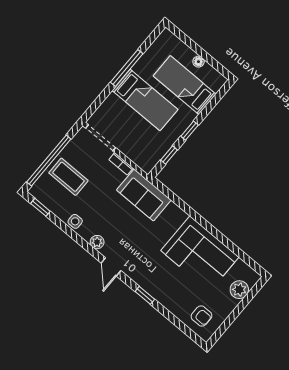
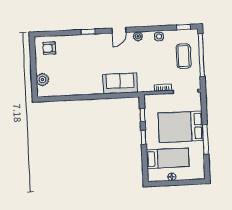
bed: (145, 100) -> (181, 127), width x1.50
coffee table: (68, 177) -> (184, 56), turned 90
sofa: (144, 195) -> (120, 83), moved
corner sofa: (200, 254) -> (80, 79), removed
door: (111, 267) -> (119, 30), swing flipped

